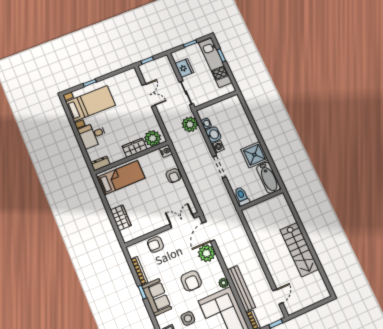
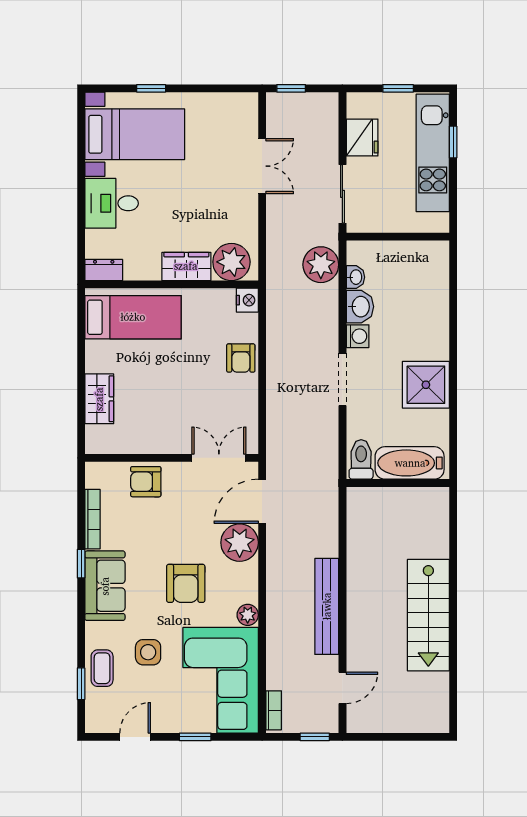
bathtub: (268, 178) -> (410, 463), moved, turned 90
bench: (241, 289) -> (327, 606), moved

